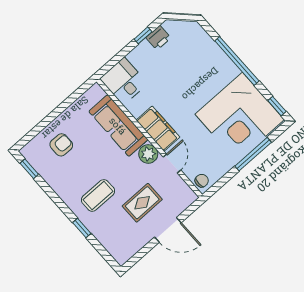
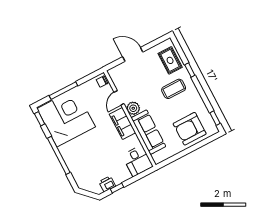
armchair: (61, 145) -> (190, 129), width x1.88, depth x1.88
rug: (142, 203) -> (170, 60), moved, turned 90

